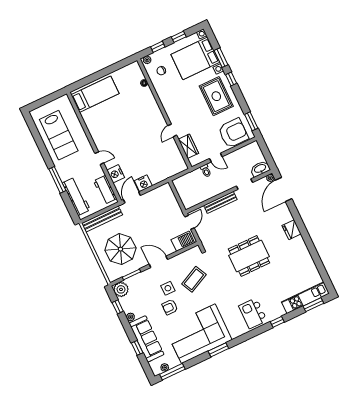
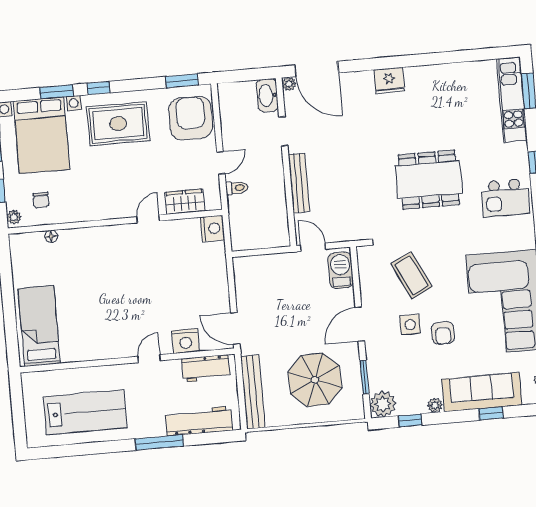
door: (172, 130) -> (148, 219), swing flipped
nightstand: (143, 183) -> (213, 229), moved
dining table: (249, 256) -> (429, 180), moved, turned 90

